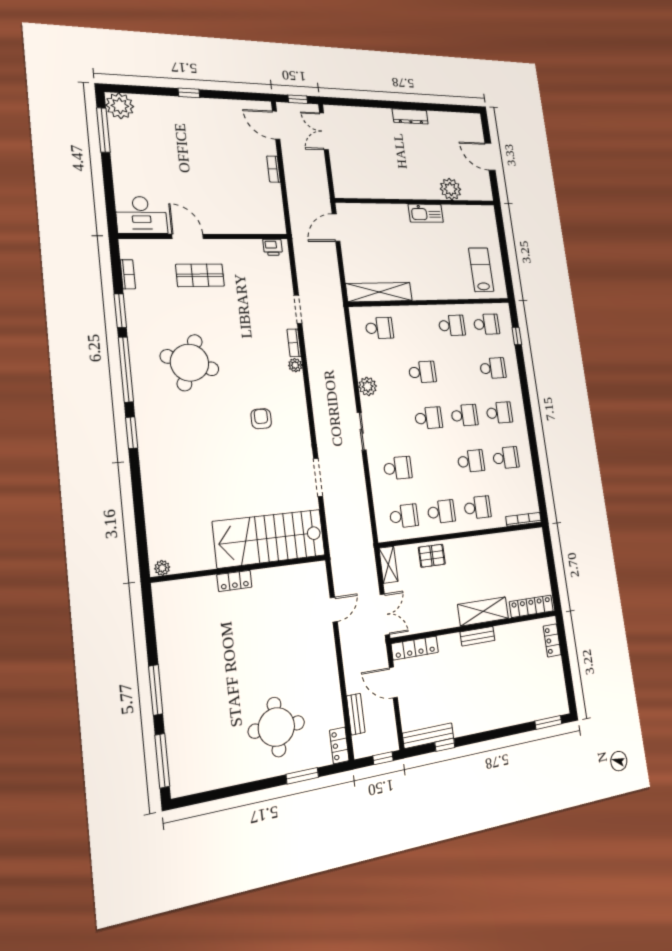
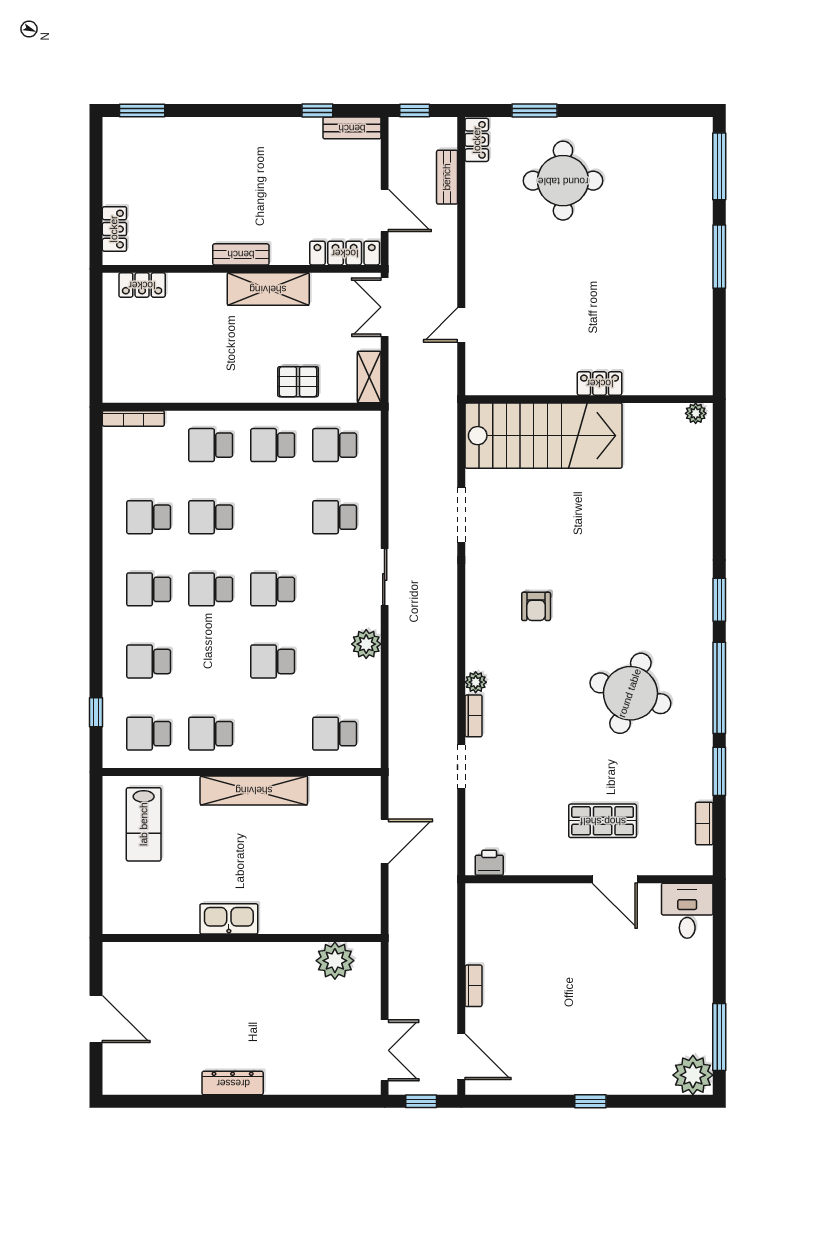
plant: (451, 189) -> (335, 961), moved
desk: (141, 215) -> (687, 911), width x0.73
door: (336, 228) -> (385, 841), moved
shelving: (379, 292) -> (254, 790), moved
locker: (531, 606) -> (142, 285), width x0.66
shelving: (483, 611) -> (268, 289), moved
bench: (428, 736) -> (352, 128), width x0.73

